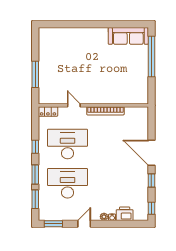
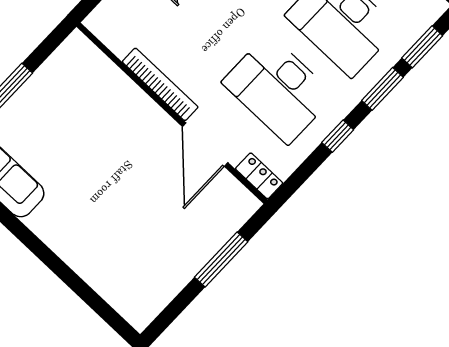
door: (74, 105) -> (205, 145), width x1.87

